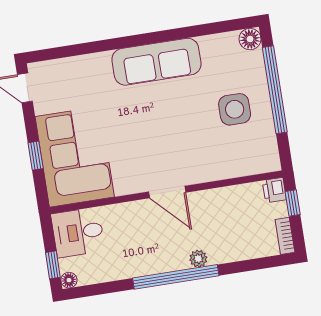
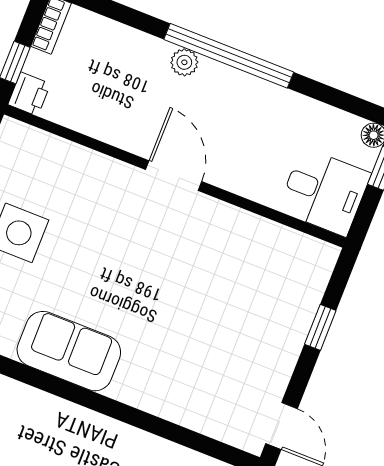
sofa: (156, 62) -> (69, 351), width x0.73
corner sofa: (75, 157) -> (269, 295), removed

